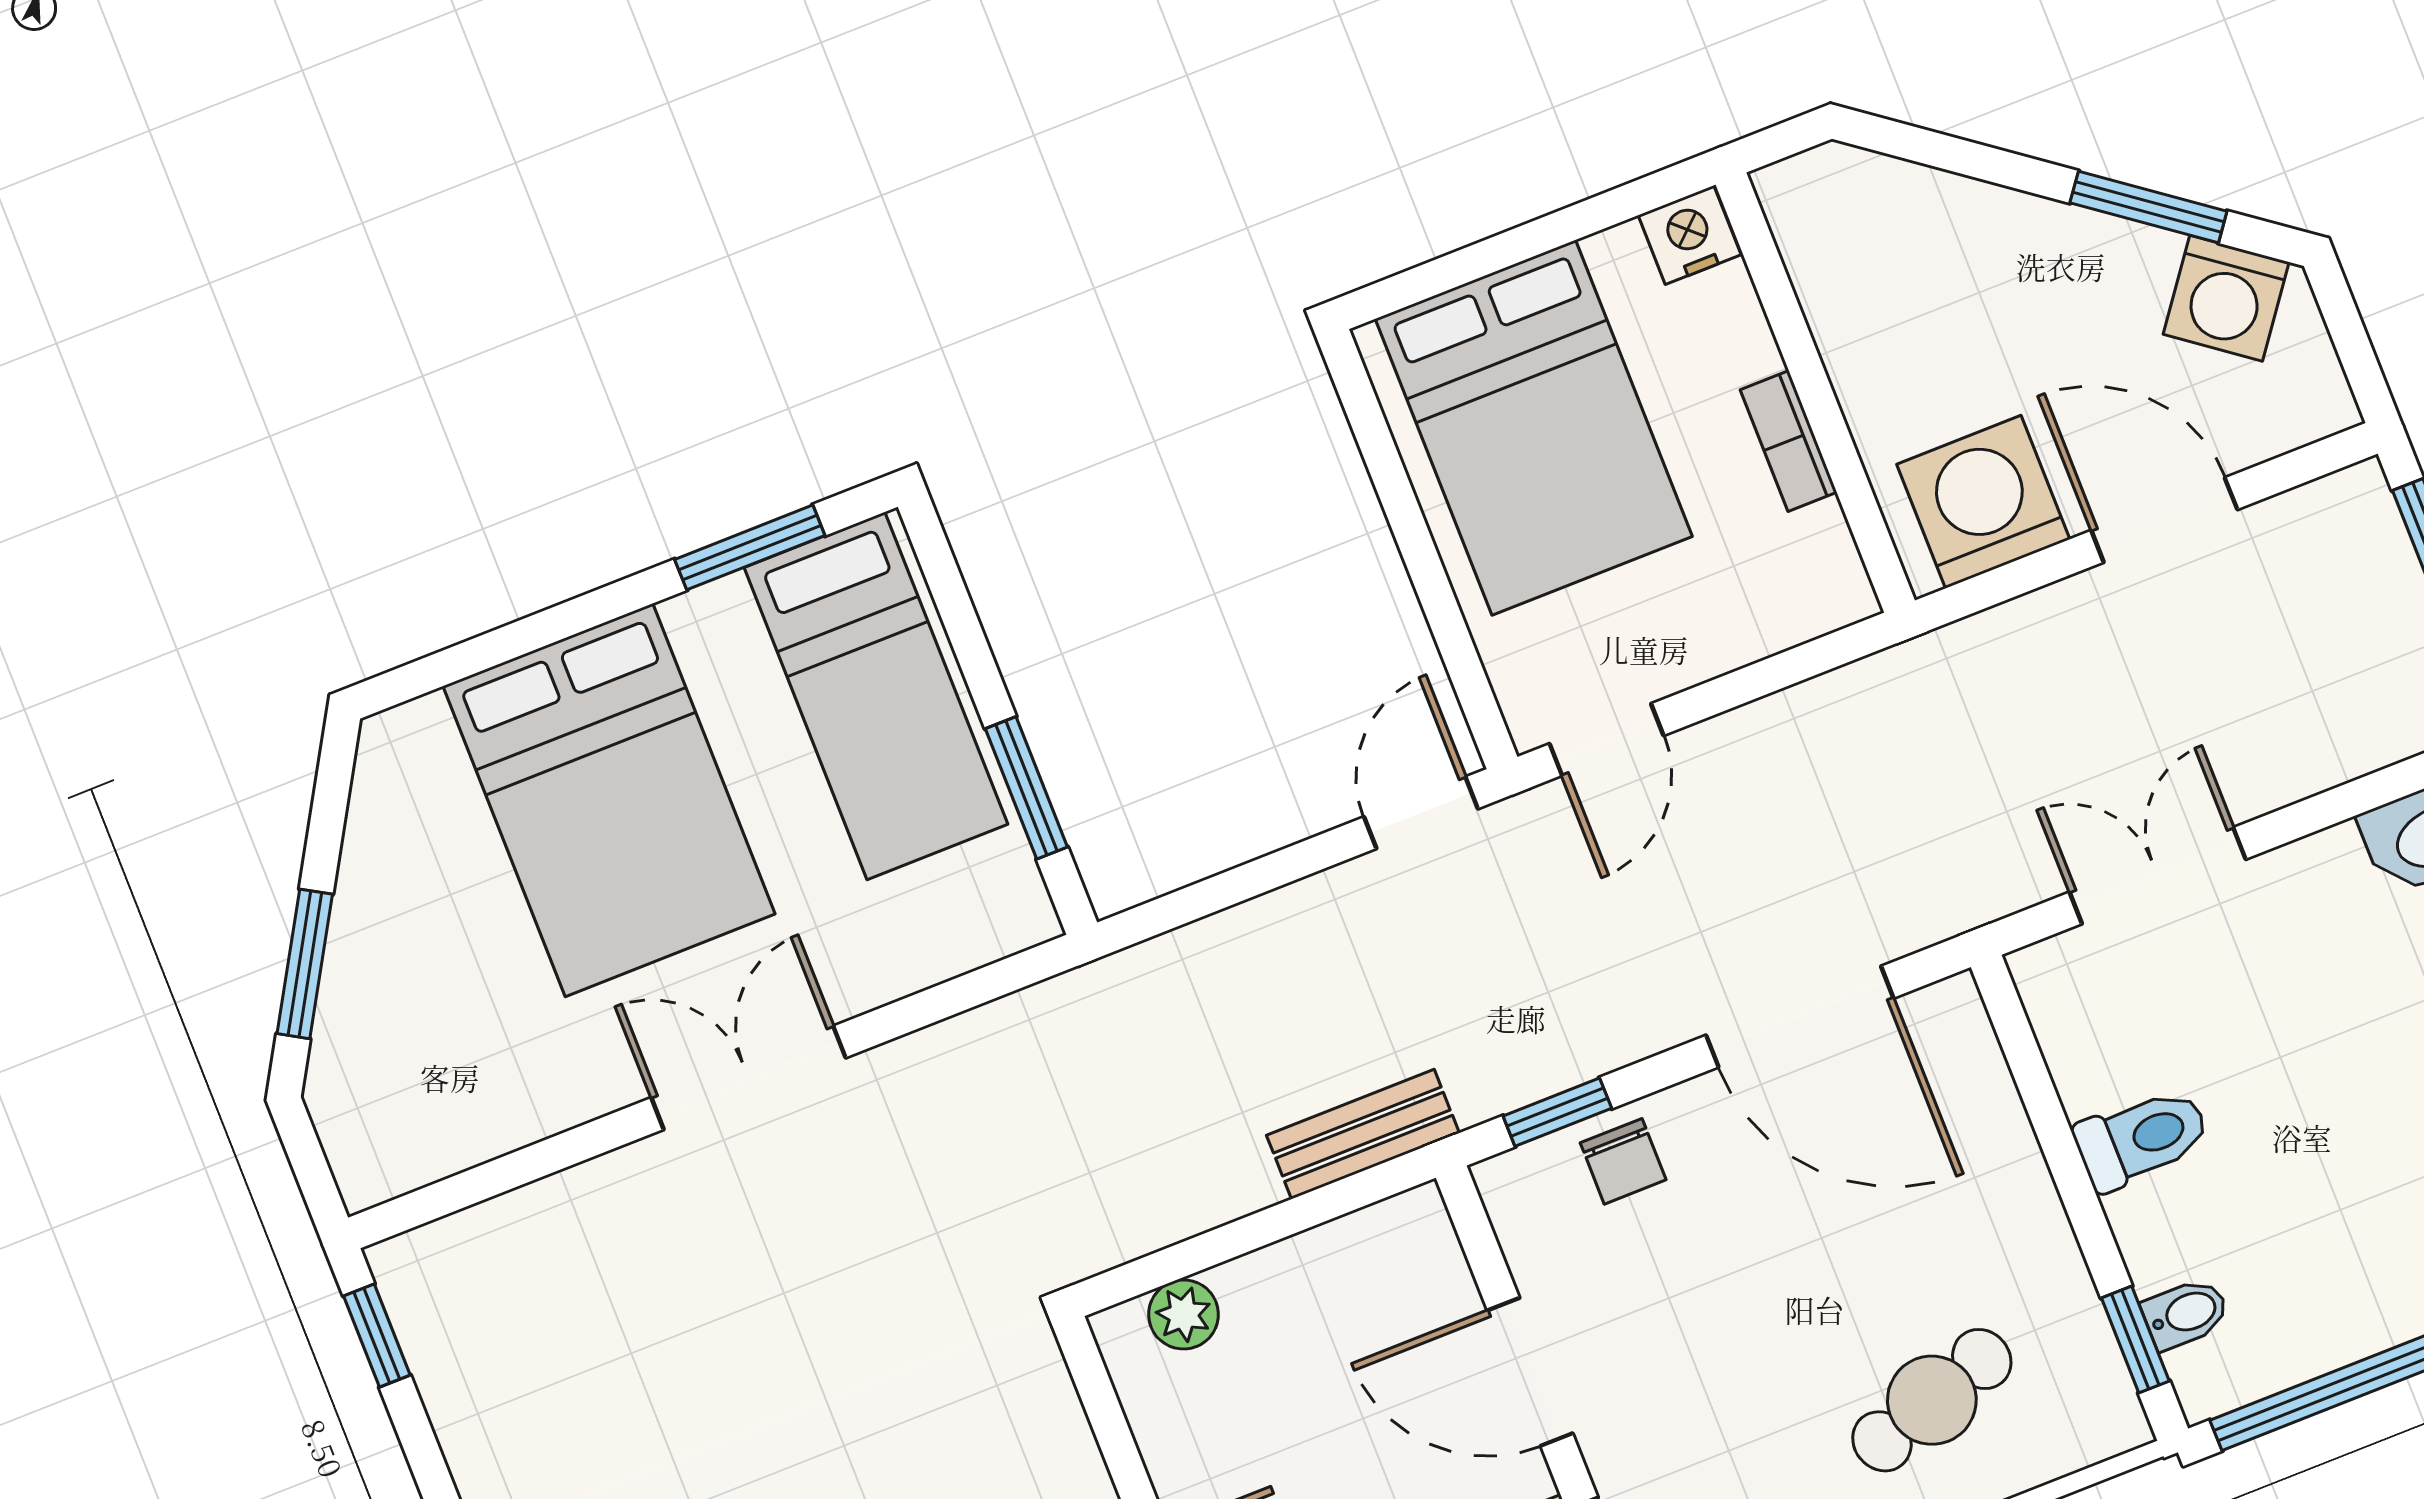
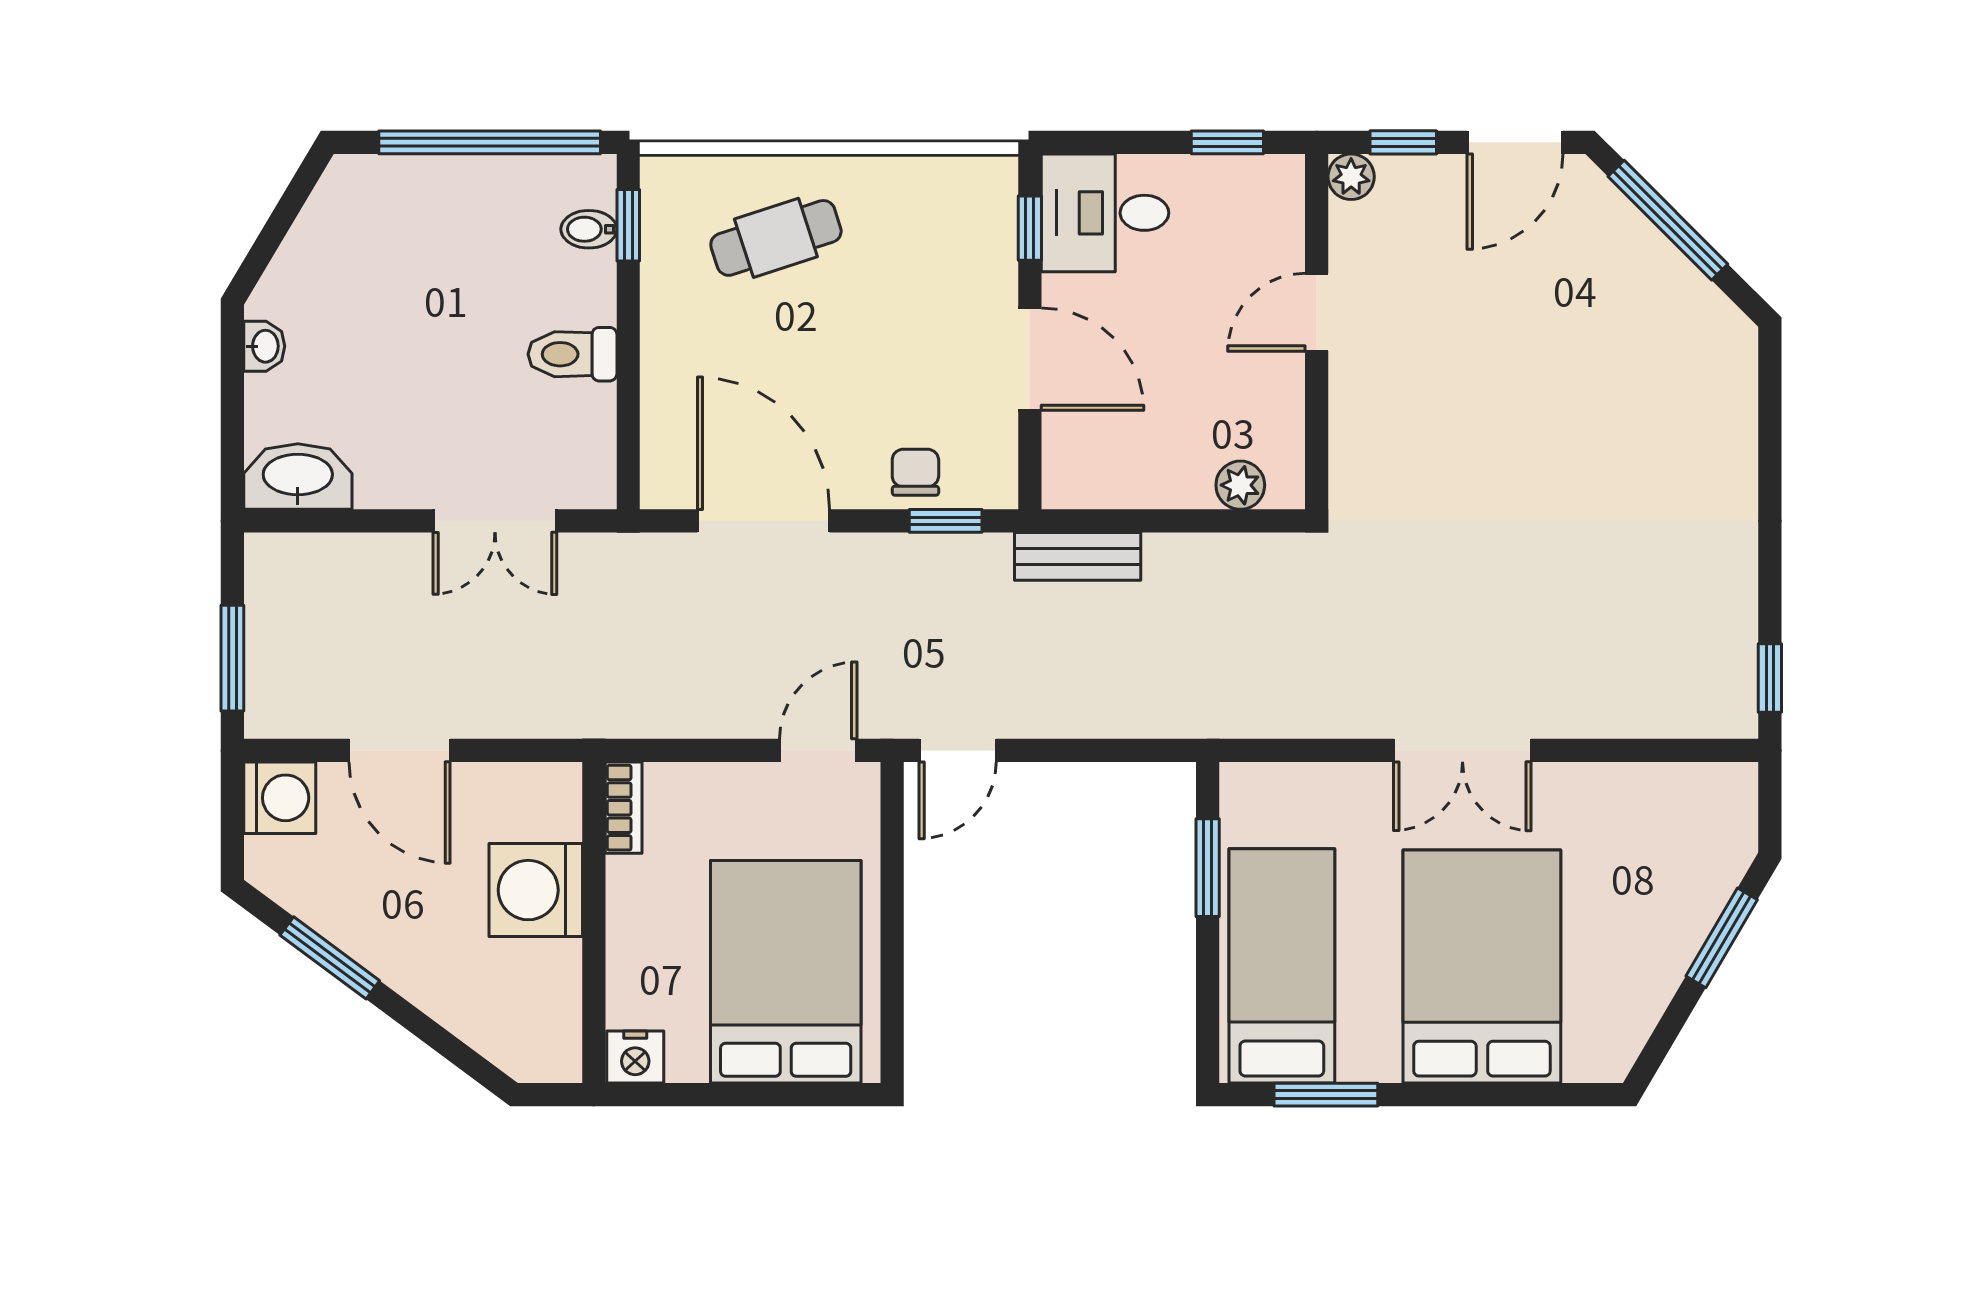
washing machine: (2226, 298) -> (280, 798), moved, turned 53
bookcase: (1789, 441) -> (624, 808), moved
washing machine: (1983, 502) -> (536, 890), moved, turned 90

